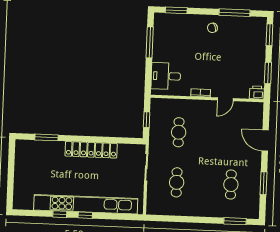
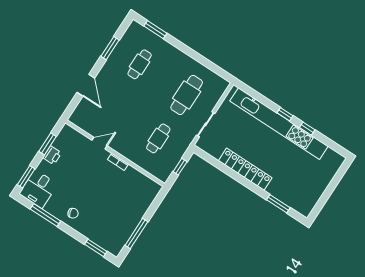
desk: (166, 76) -> (39, 189), moved, turned 90
printer: (257, 92) -> (52, 155), moved, turned -90
cafe table: (177, 182) -> (187, 95), width x1.37, depth x1.35

